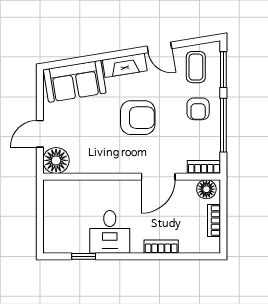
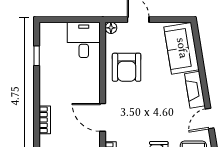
armchair: (138, 118) -> (127, 67), moved
floor lamp: (56, 160) -> (111, 28), width x0.53, depth x0.53
desk: (110, 232) -> (84, 40), moved, turned 90

